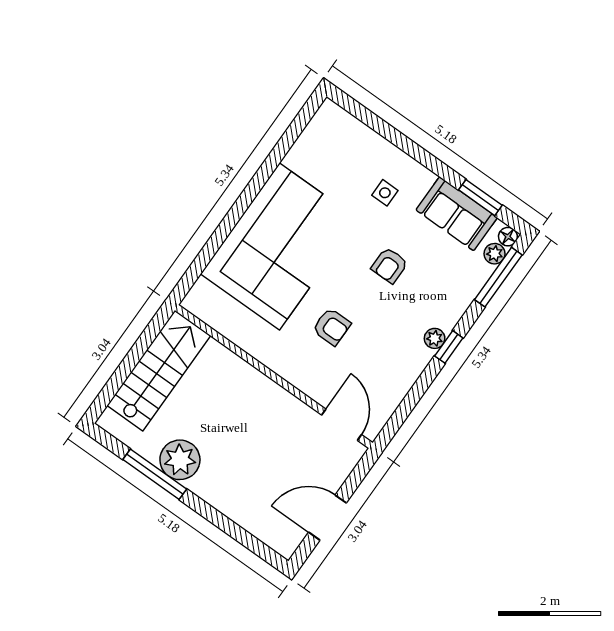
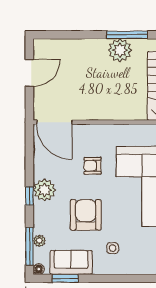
plant: (495, 254) -> (39, 241), moved
armchair: (390, 265) -> (86, 215), width x1.88, depth x1.88
plant: (435, 338) -> (44, 190), width x1.87, depth x1.87
door: (342, 425) -> (54, 122), width x1.36

